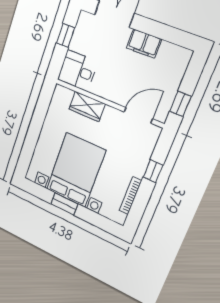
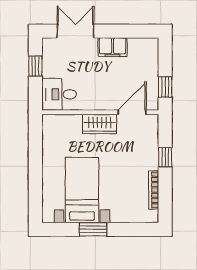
wardrobe: (87, 106) -> (100, 124), moved
bed with nightstands: (76, 170) -> (82, 190), width x0.73

